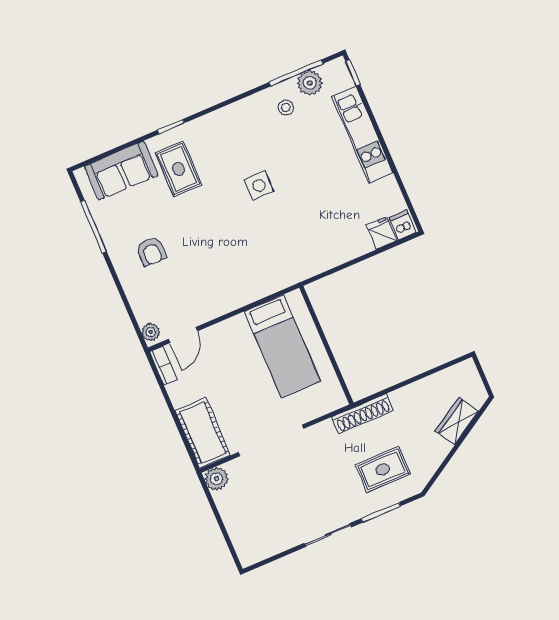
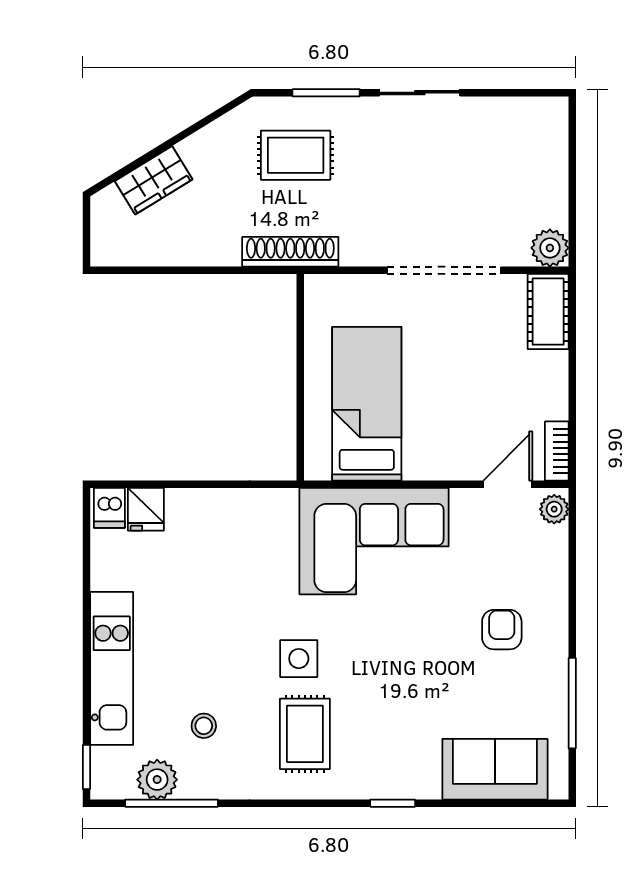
stool: (286, 108) -> (204, 726), moved
rug: (179, 169) -> (305, 734), moved
corner sofa: (245, 270) -> (374, 541), added
cot: (203, 433) -> (548, 312), width x0.73, depth x0.75

